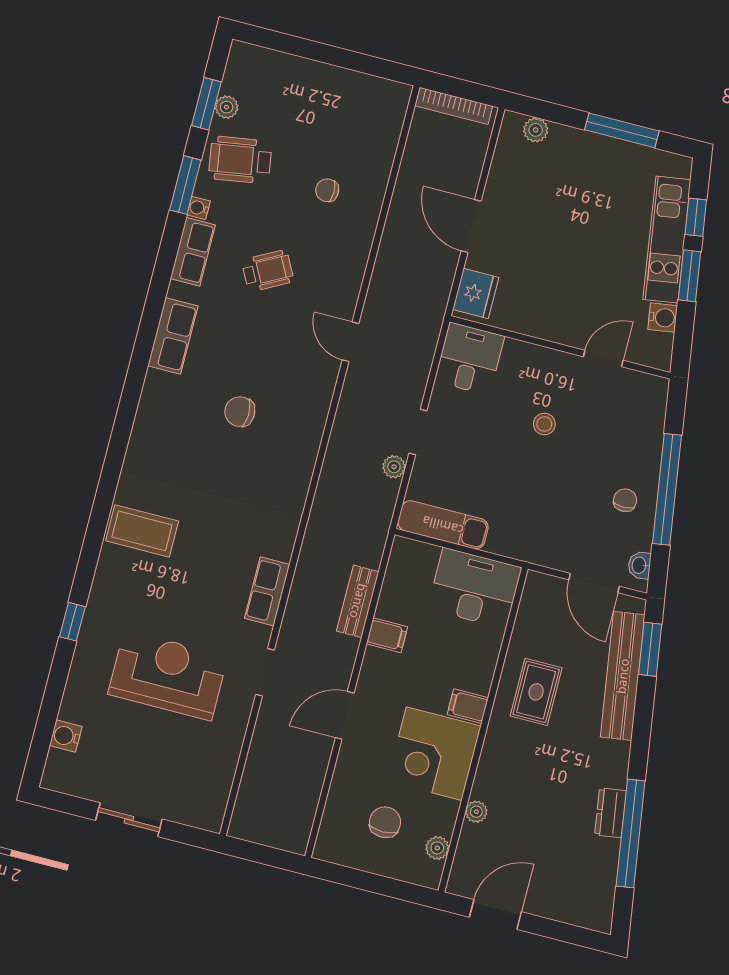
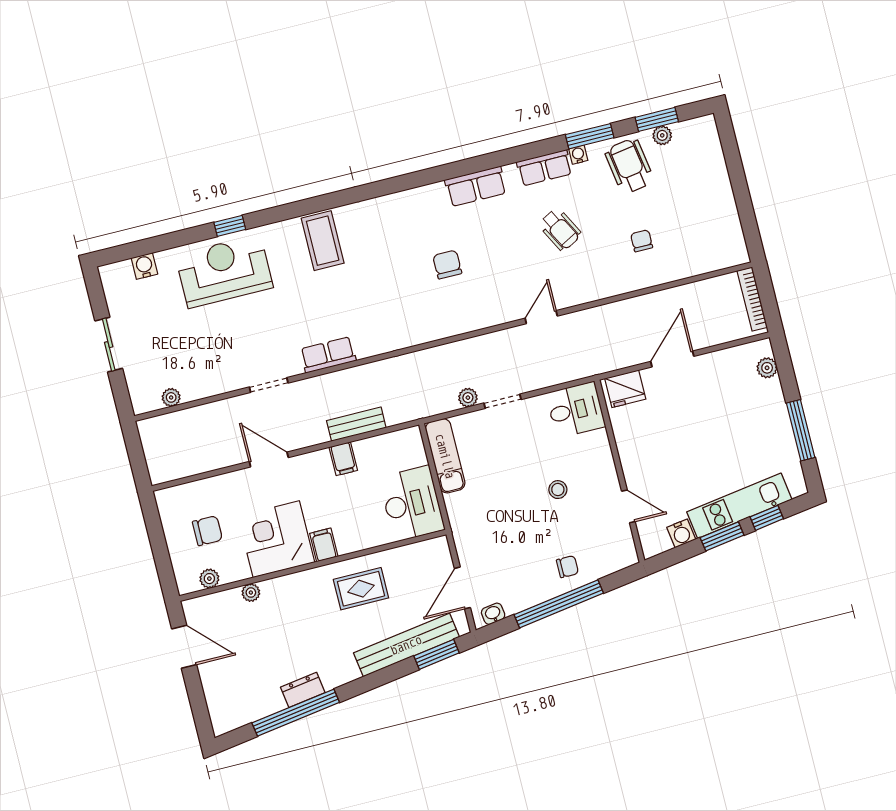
chair: (625, 500) -> (567, 567), moved
reception desk: (168, 675) -> (224, 271), moved, turned -90
plant: (222, 784) -> (171, 397), added

